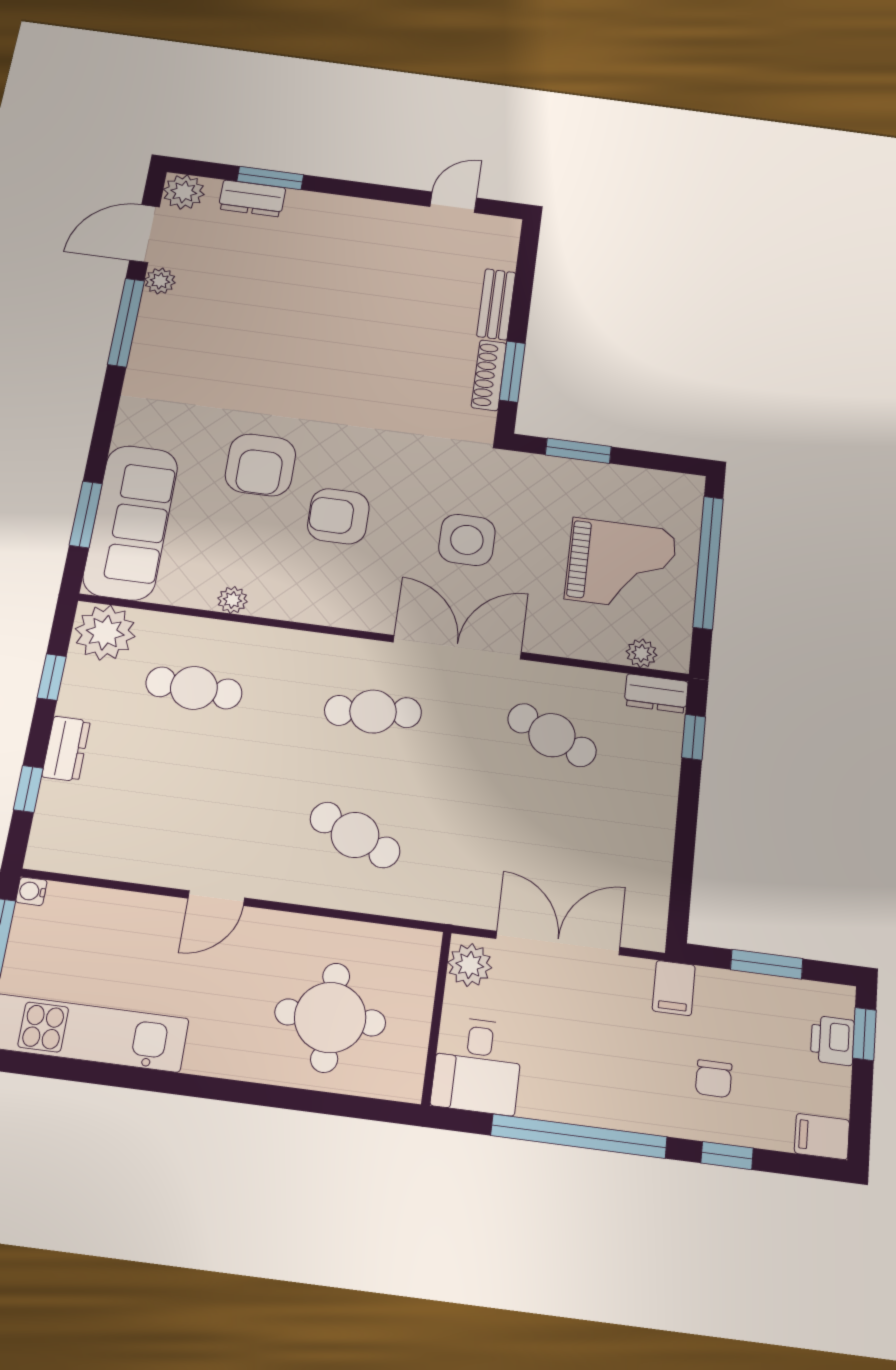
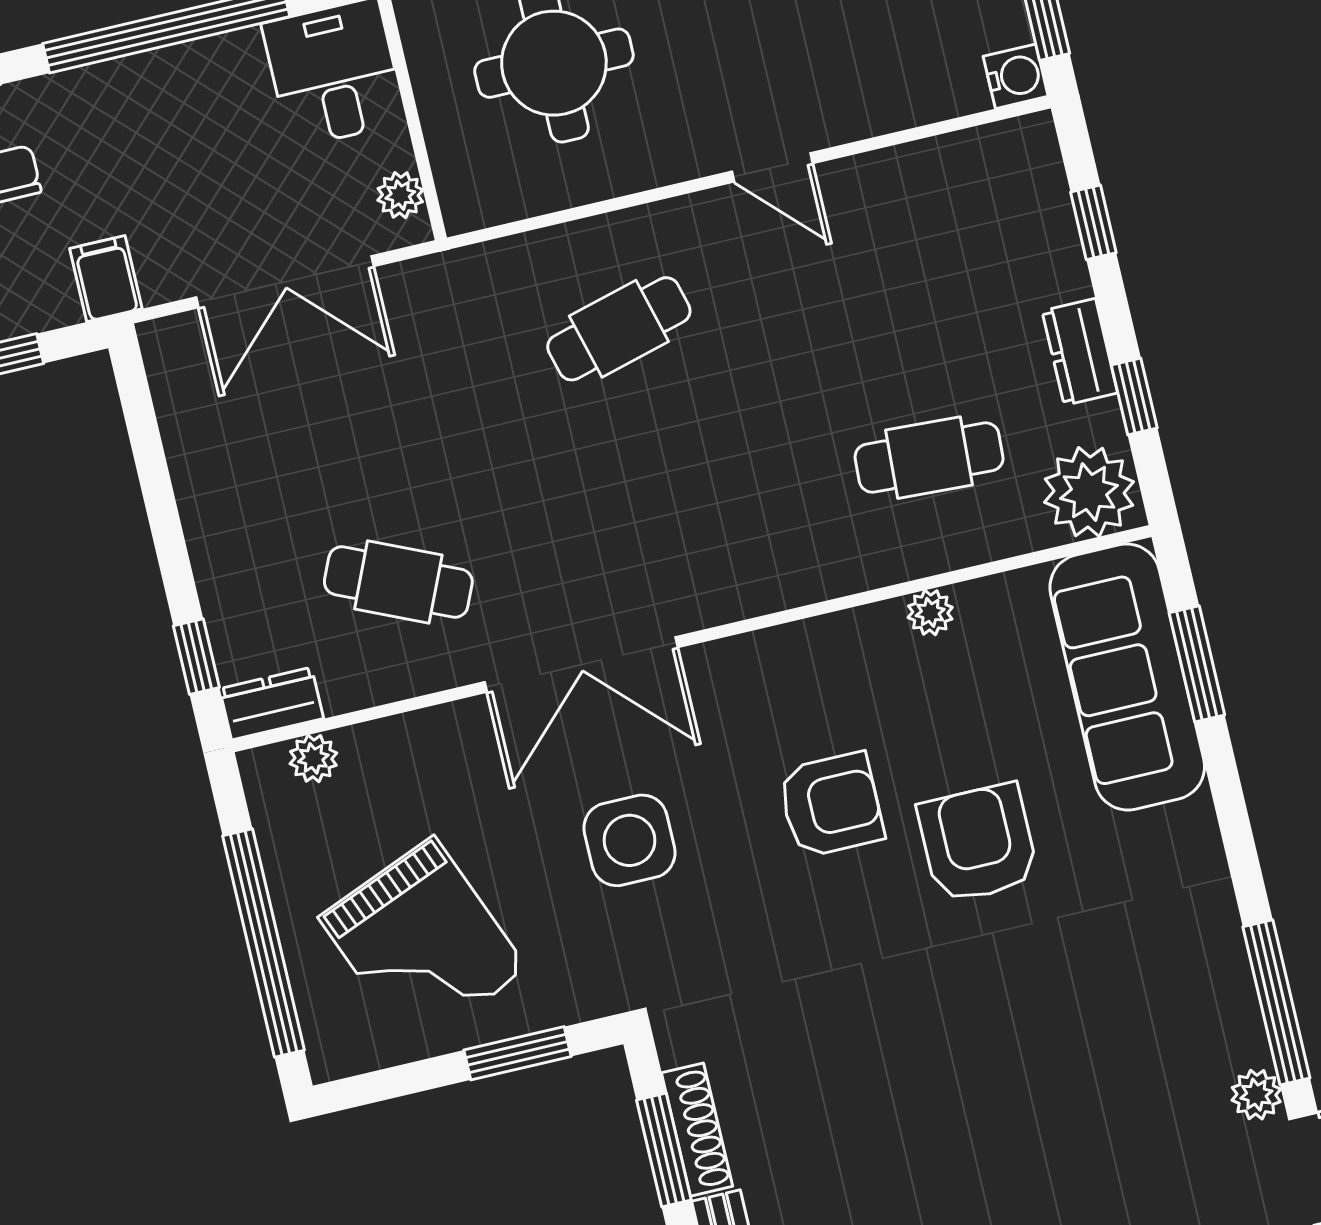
grand piano: (621, 565) -> (423, 943), moved, turned -112
cafe table: (373, 711) -> (664, 520), removed
dresser: (66, 749) -> (1080, 352), moved
cafe table: (355, 835) -> (619, 329), turned -39
water cooler: (31, 891) -> (1016, 76), width x1.38, depth x1.38
door: (216, 898) -> (772, 167), swing flipped
plant: (470, 965) -> (400, 195), width x0.73, depth x0.73

